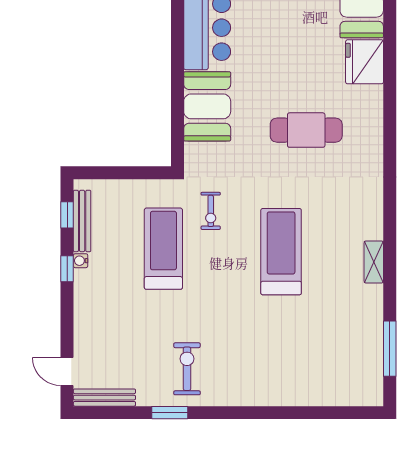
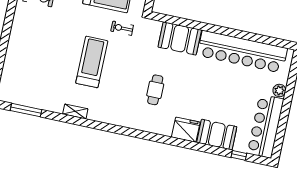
cafe table: (306, 130) -> (155, 90), width x0.73, depth x0.74
treadmill: (281, 252) -> (92, 62), turned -90

